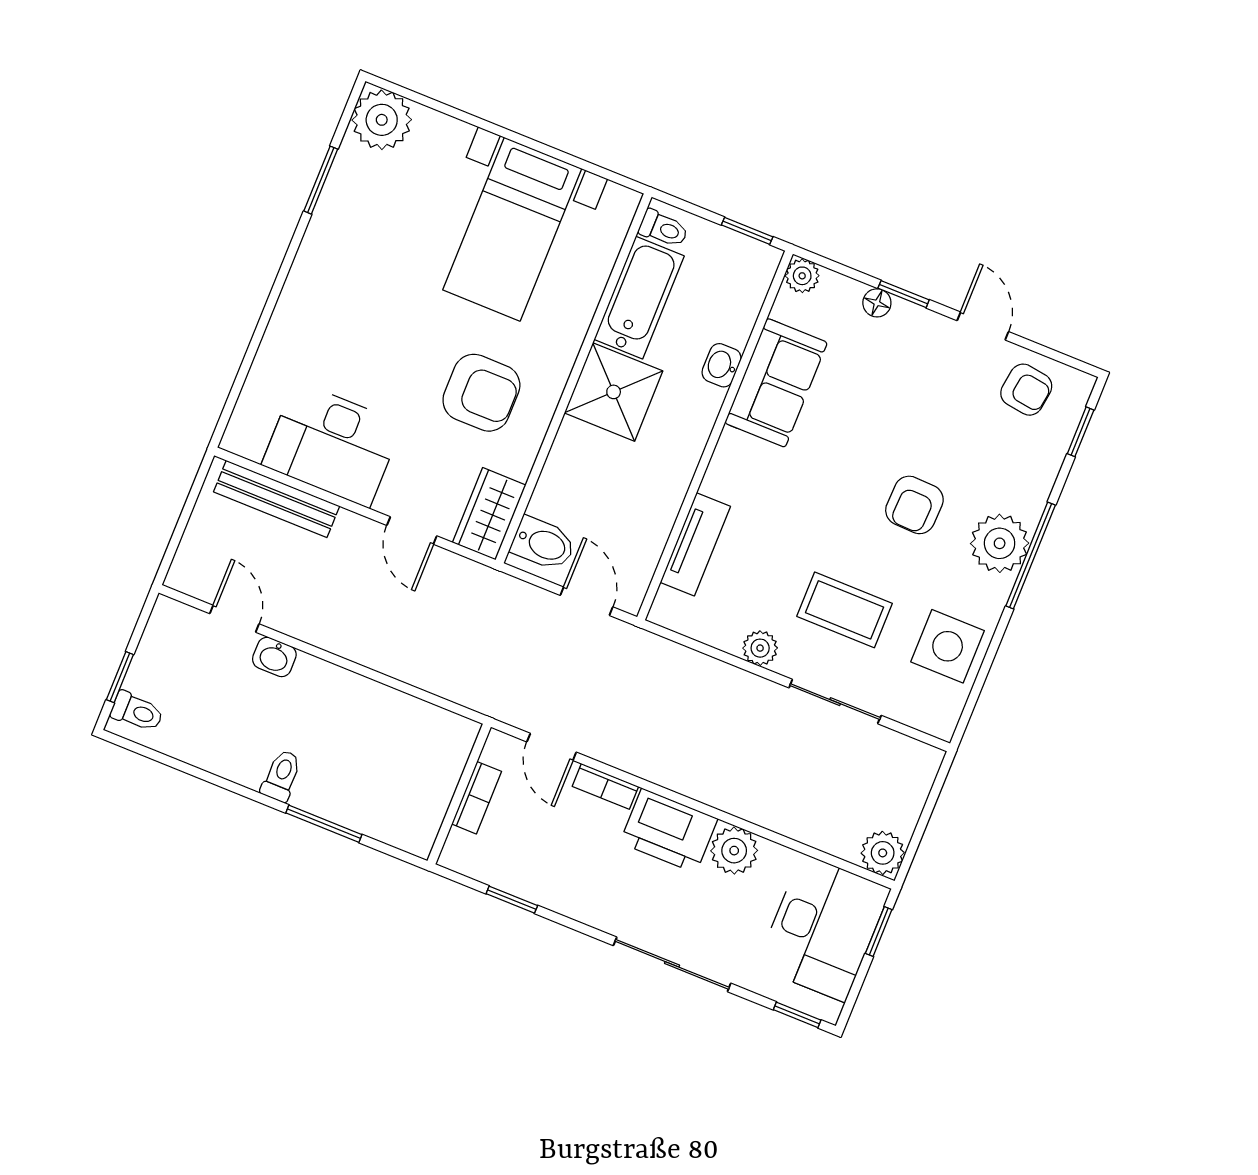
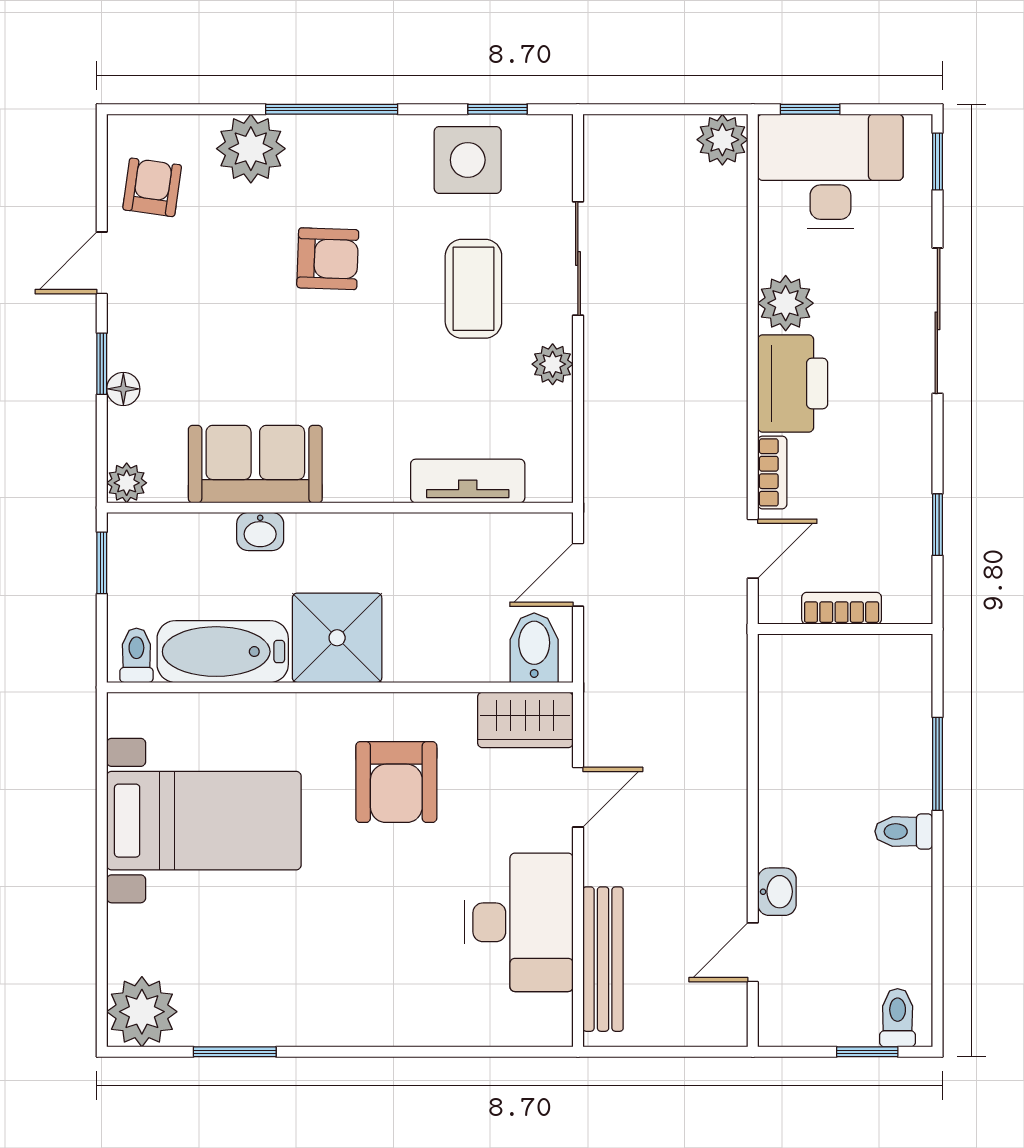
armchair: (481, 393) -> (396, 782), turned 180
window: (1081, 432) -> (498, 109), moved
plant: (1000, 543) -> (251, 149), moved

